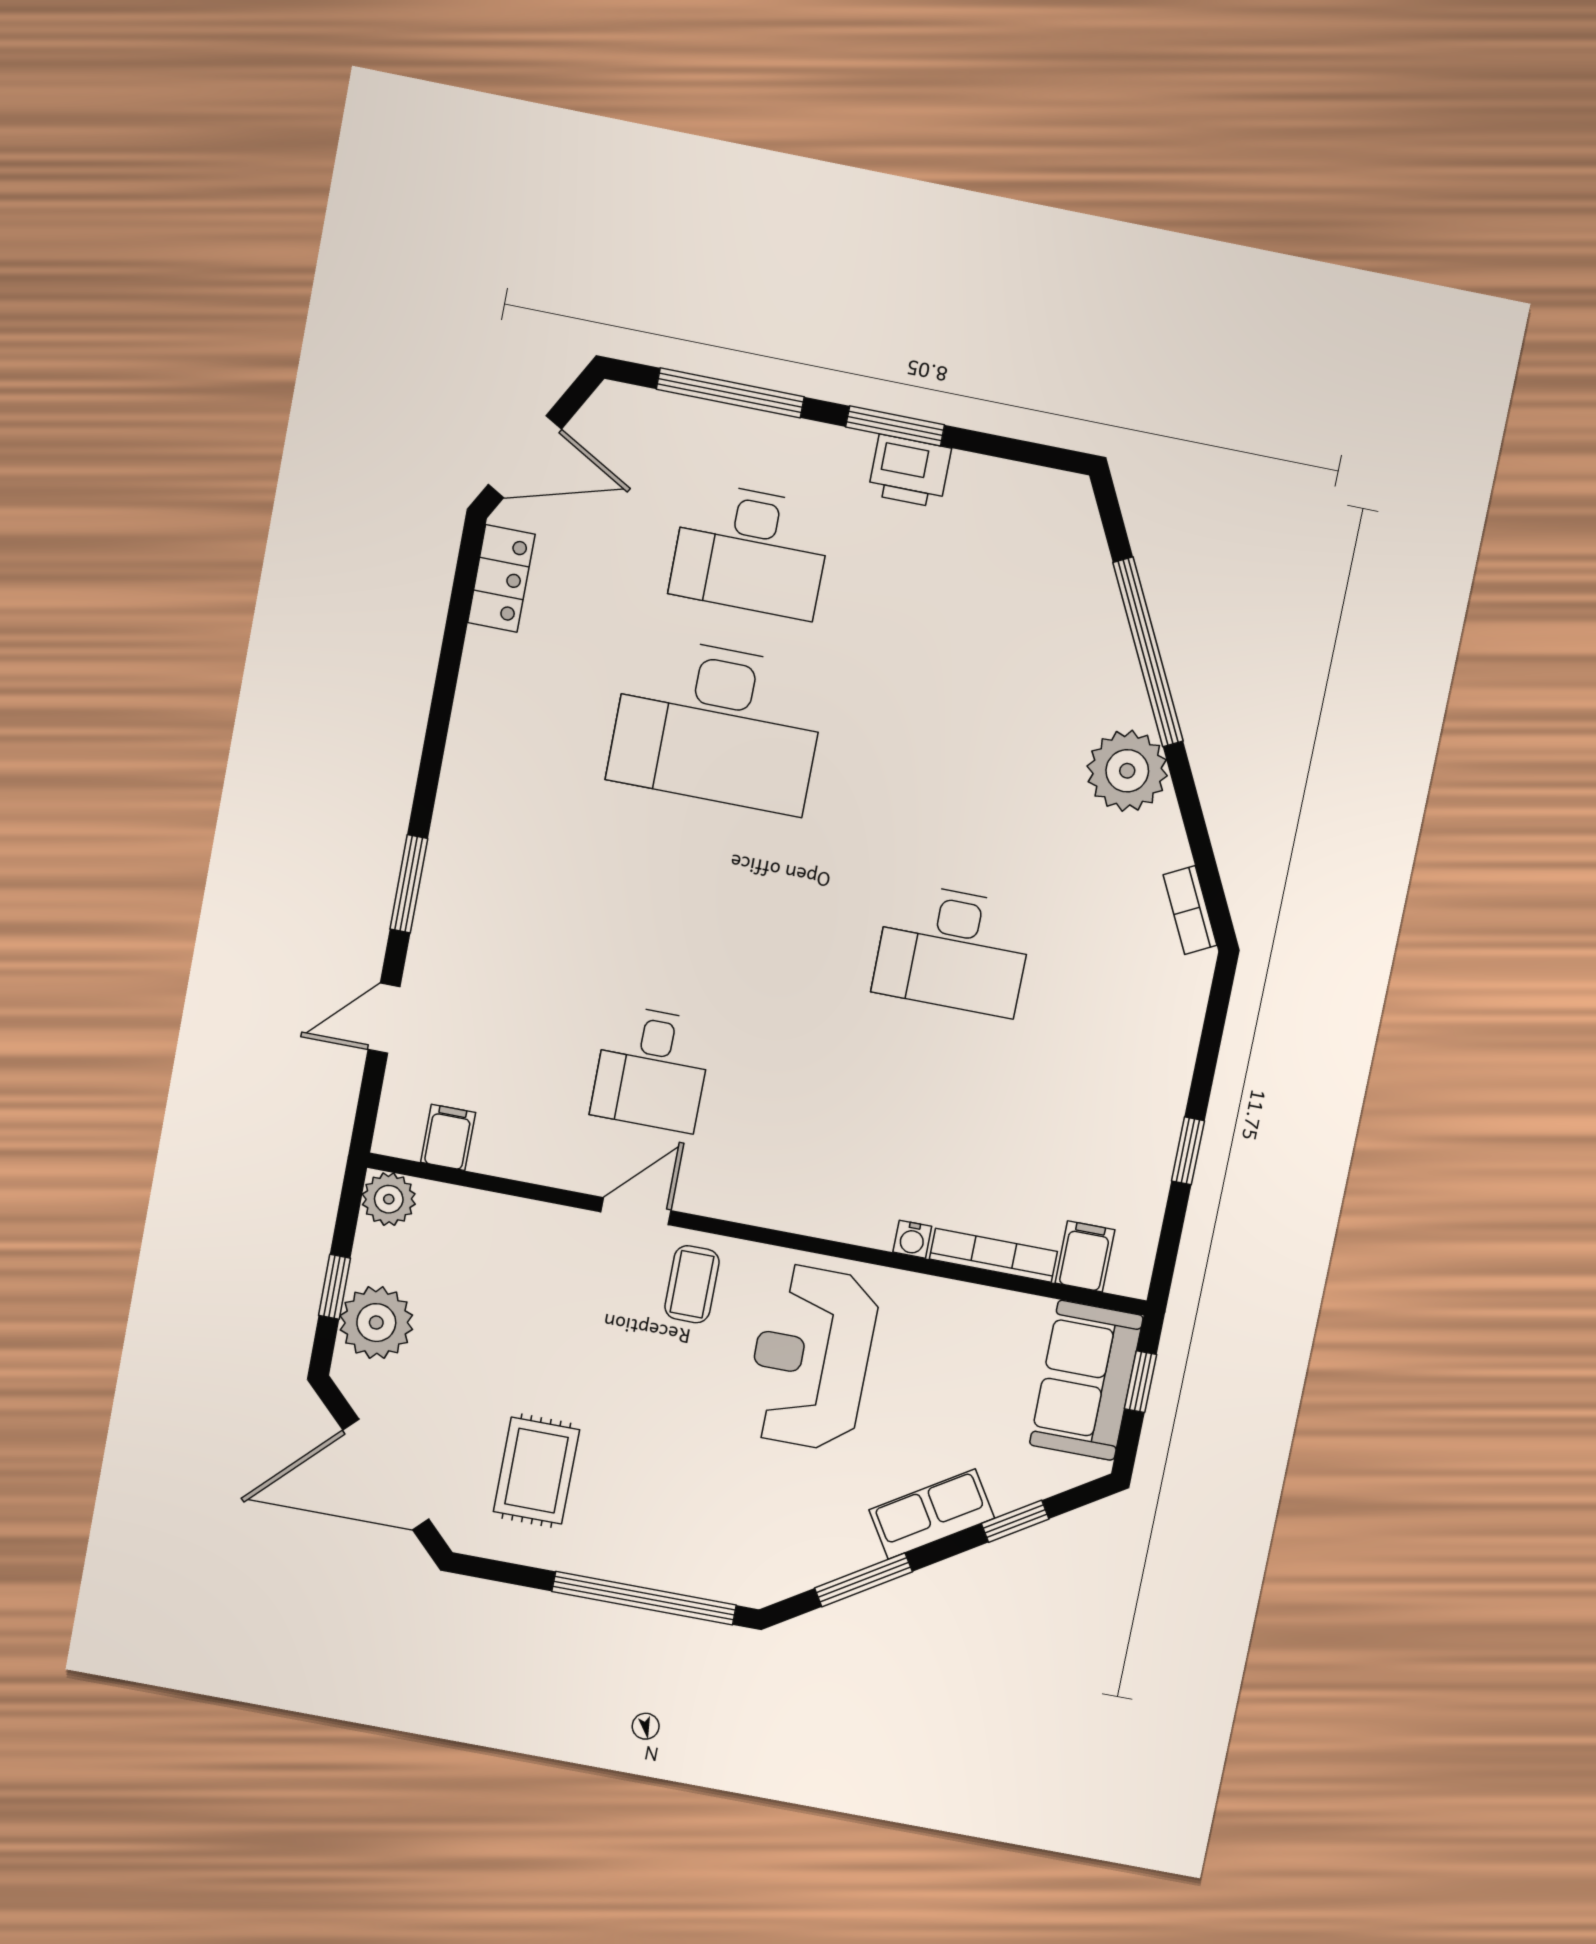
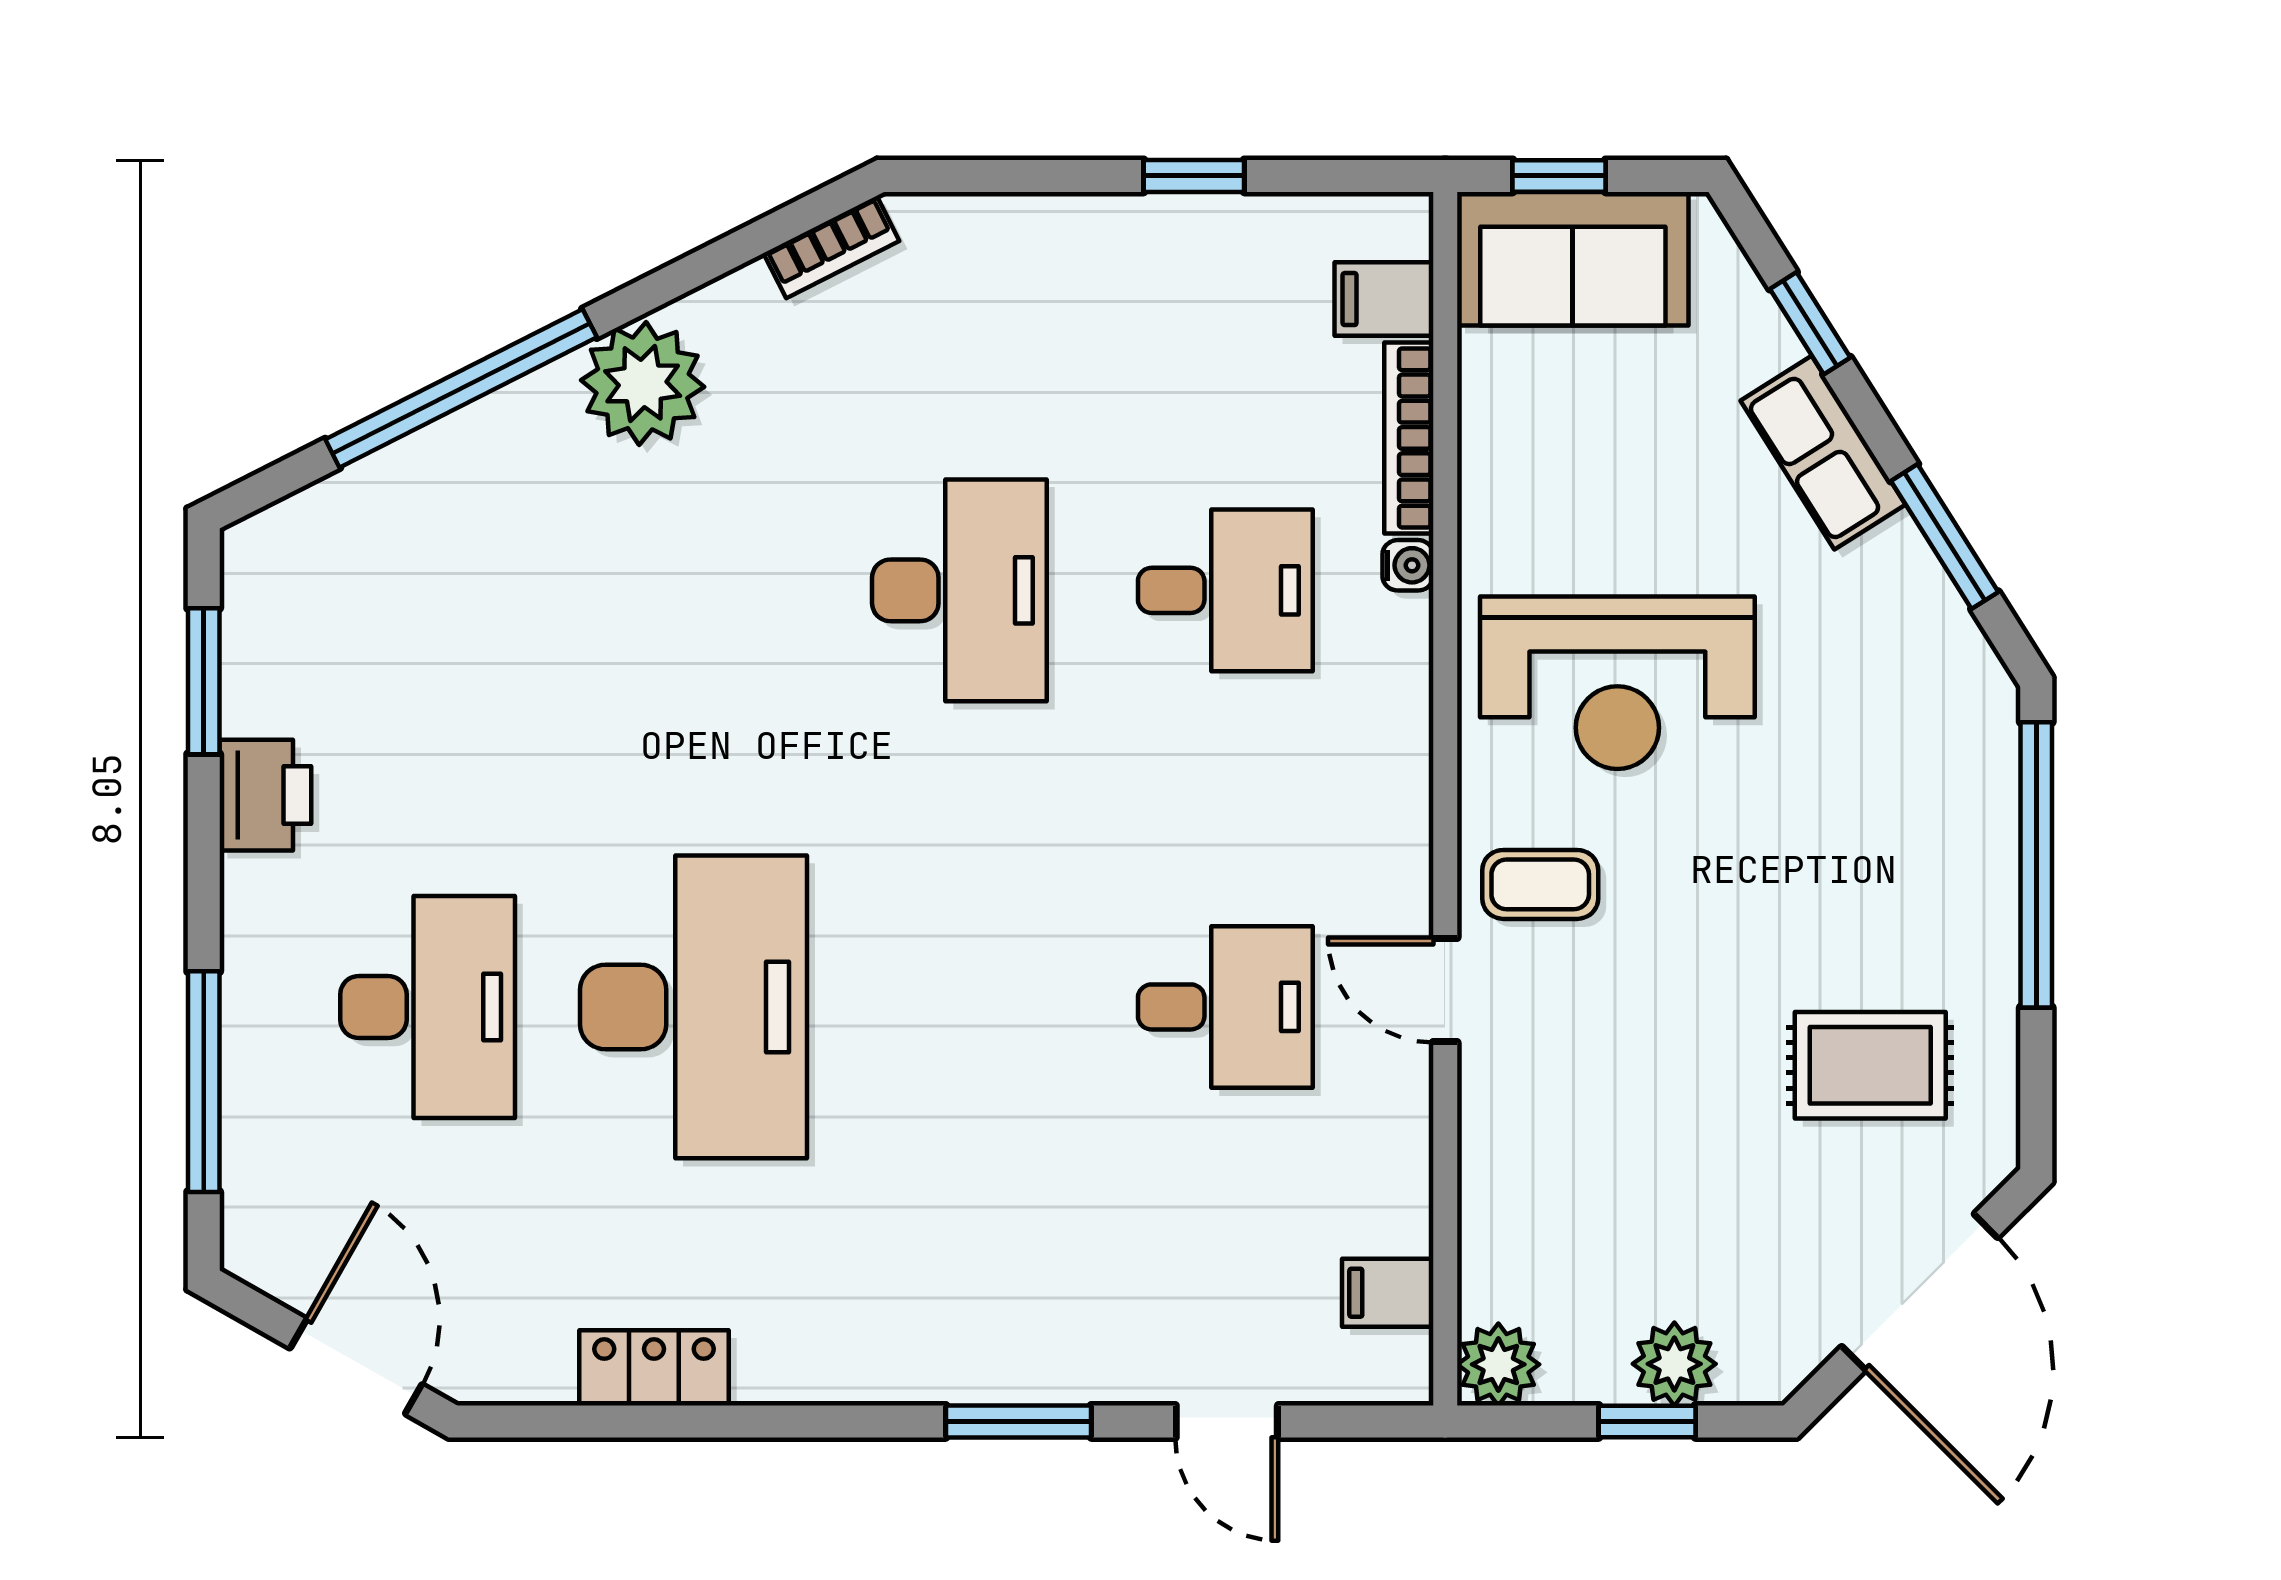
window: (895, 426) -> (204, 681), moved
locker: (501, 578) -> (654, 1368), moved
desk: (919, 1120) -> (1225, 590), added
plant: (376, 1323) -> (1674, 1364), width x0.73, depth x0.73

